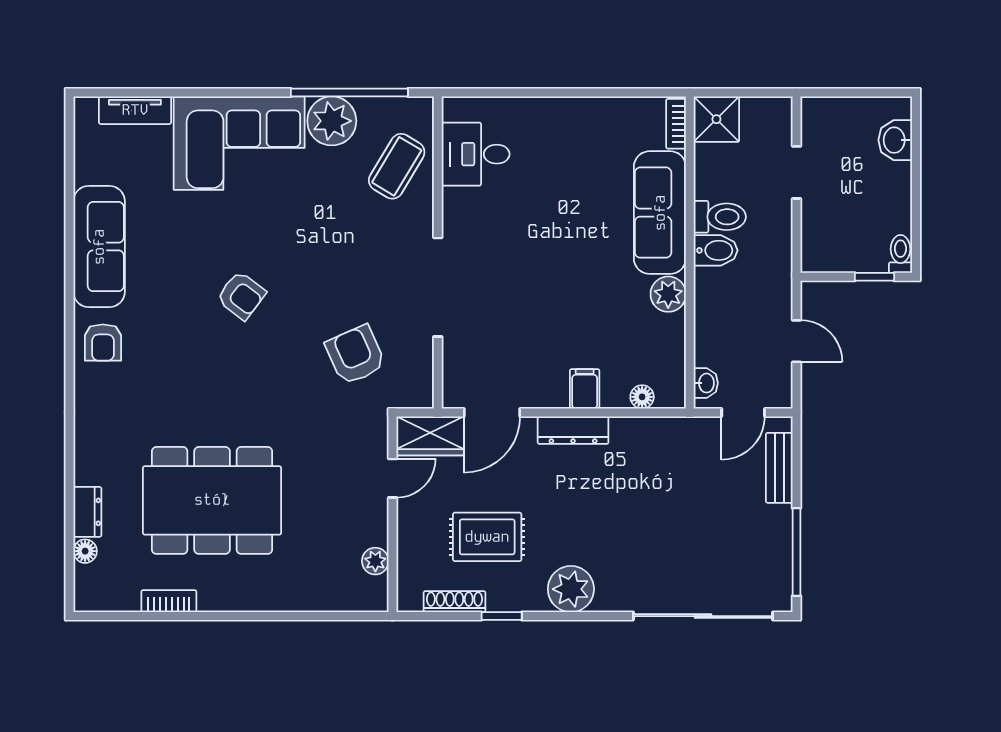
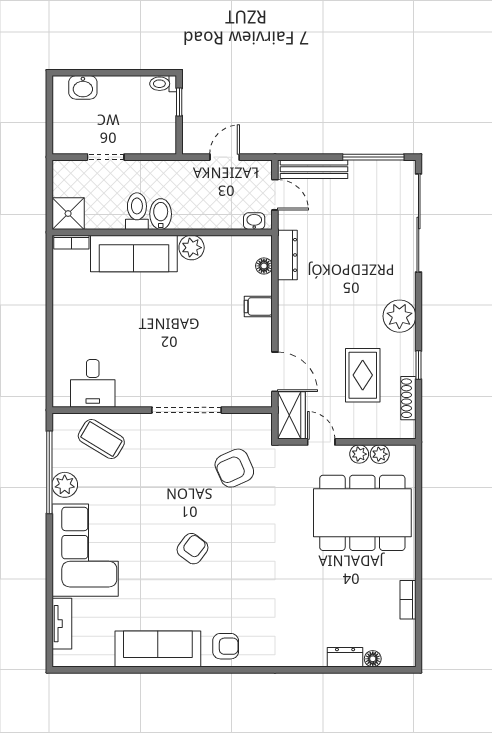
plant: (332, 121) -> (65, 485), width x0.73, depth x0.73
dresser: (573, 430) -> (287, 255), moved
bench: (779, 468) -> (314, 169), width x1.36
dining table: (212, 500) -> (362, 513), moved, turned 90
plant: (375, 532) -> (359, 454), added

